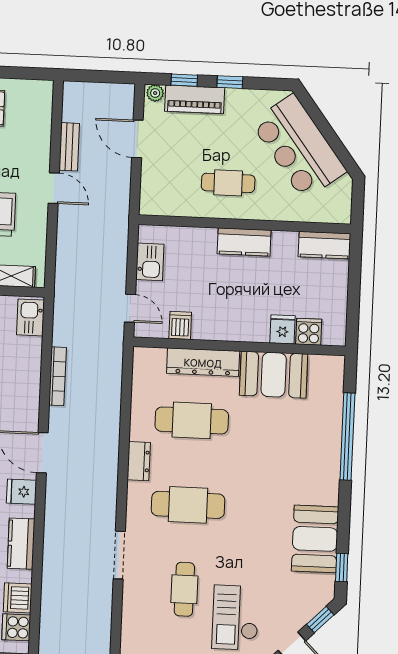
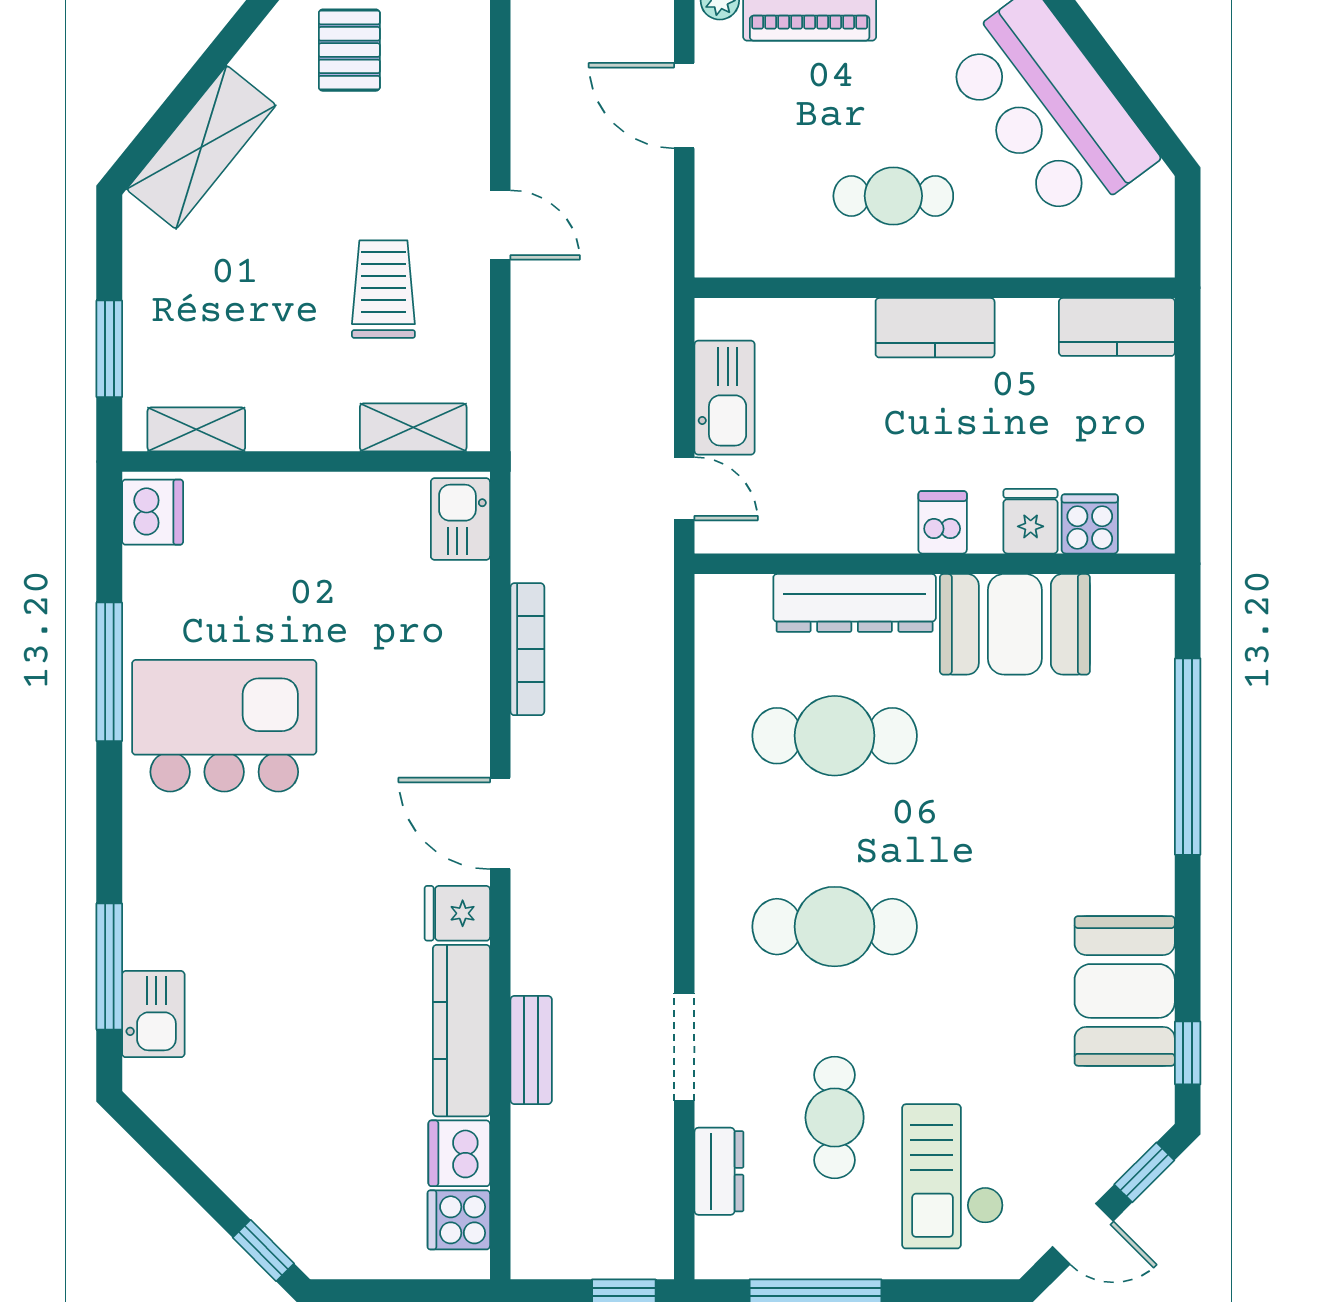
bench: (69, 147) -> (531, 1050), moved
kitchen sink: (150, 262) -> (725, 398), width x1.38
dishwasher: (180, 325) -> (943, 522), moved
dresser: (139, 461) -> (719, 1171), moved
kitchen counter: (21, 544) -> (461, 1031), width x1.50

